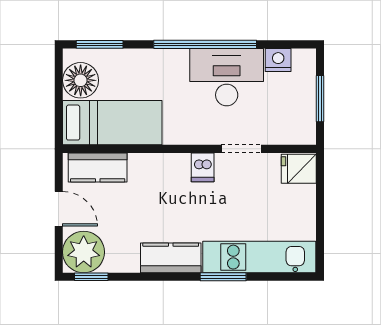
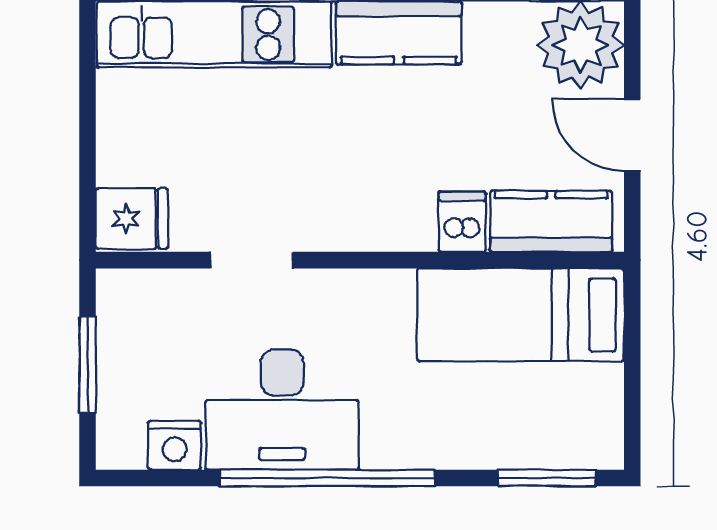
floor lamp: (81, 80) -> (587, 403), removed
dishwasher: (203, 167) -> (462, 222), moved

